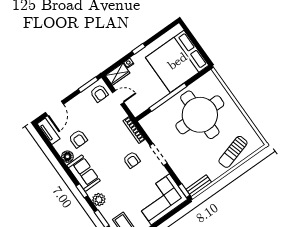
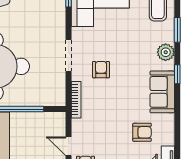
armchair: (78, 139) -> (142, 132), turned 90
floor lamp: (67, 157) -> (167, 122), removed

